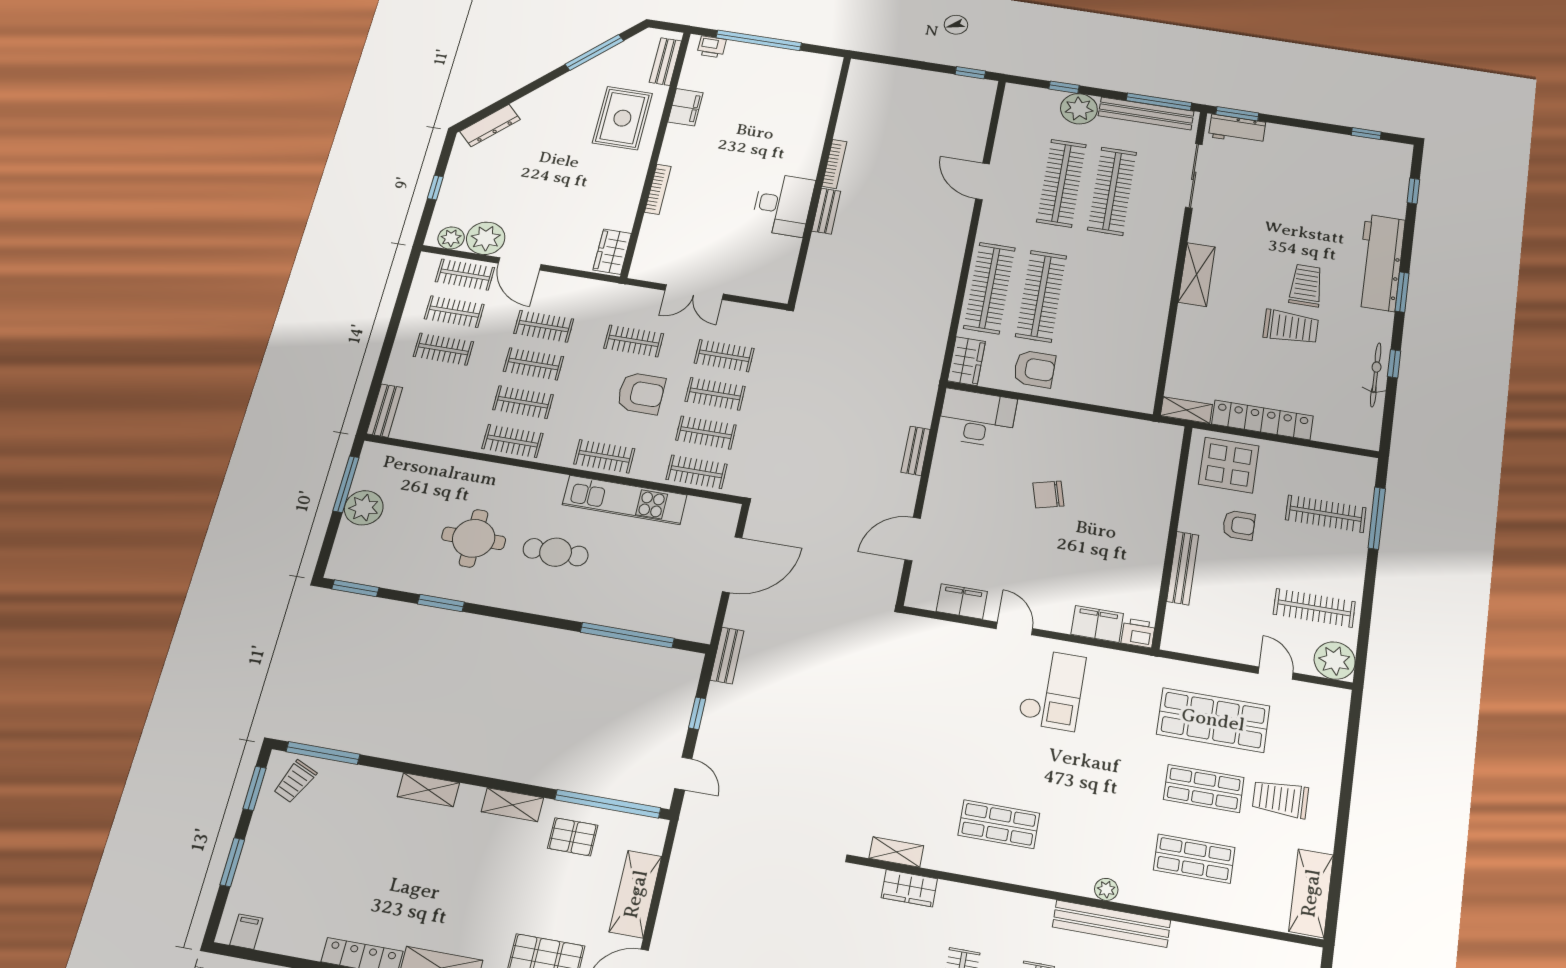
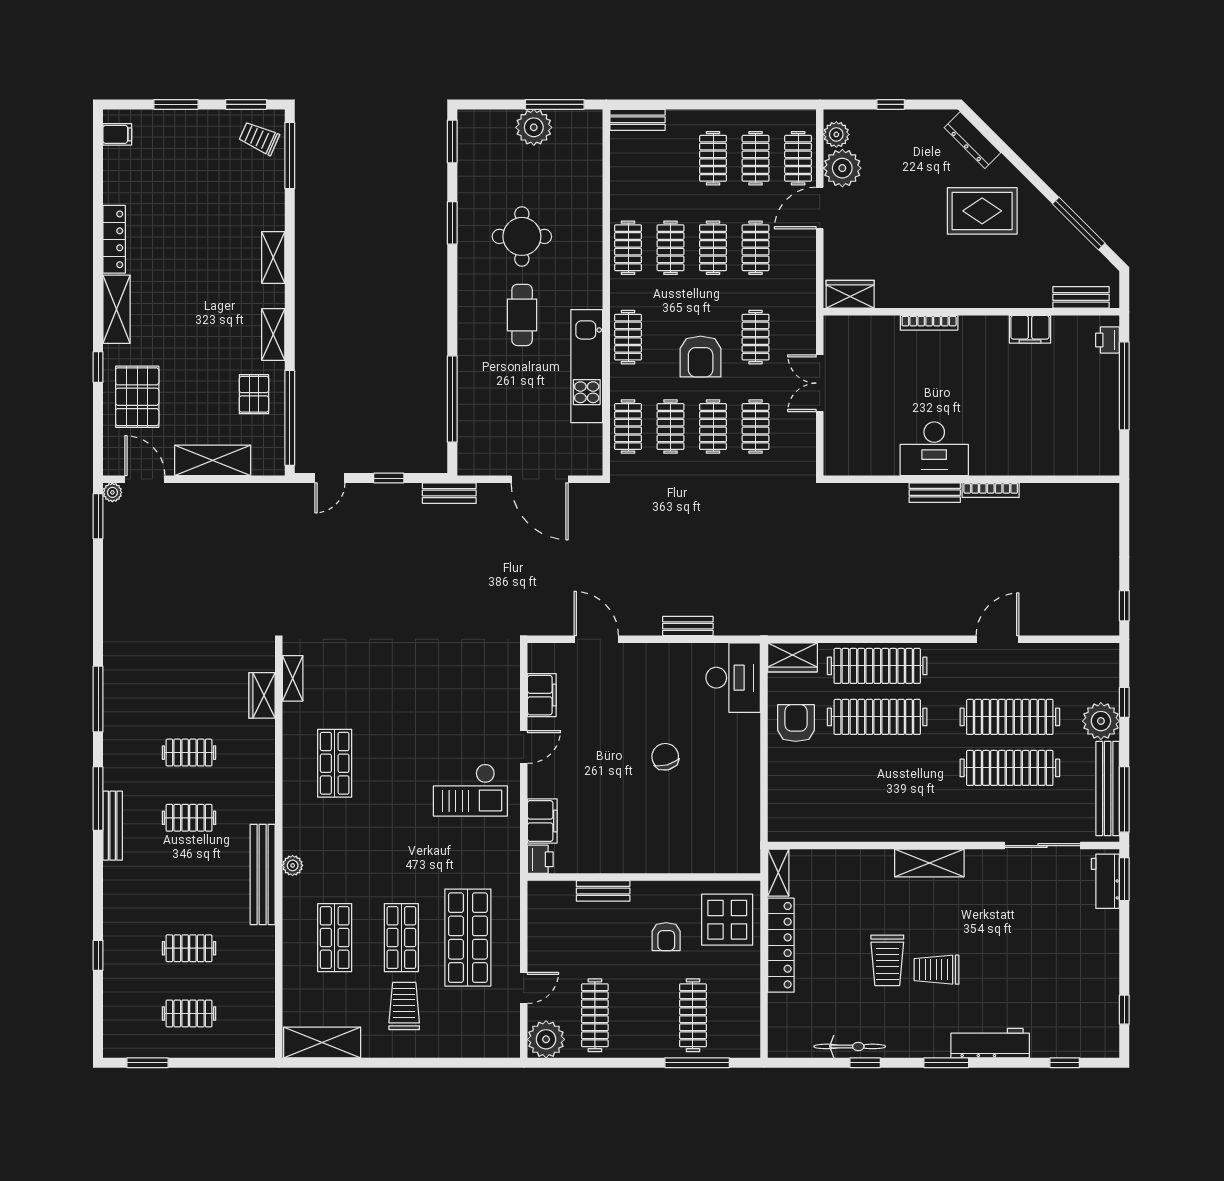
rug: (622, 118) -> (982, 211), moved
workbench: (1380, 263) -> (990, 1043), width x0.73, depth x0.76
trolley: (1306, 285) -> (937, 970), turned 180
armchair: (1034, 369) -> (796, 723), turned 180
bench: (1183, 568) -> (603, 891), width x0.73

